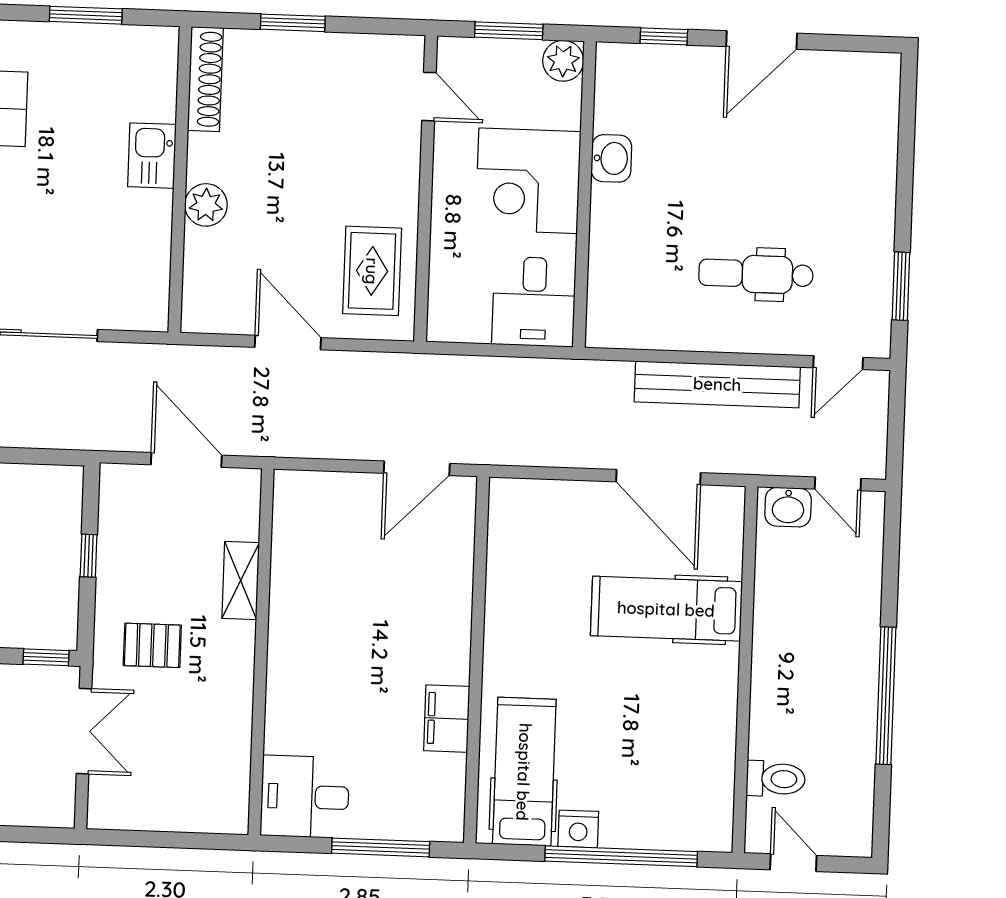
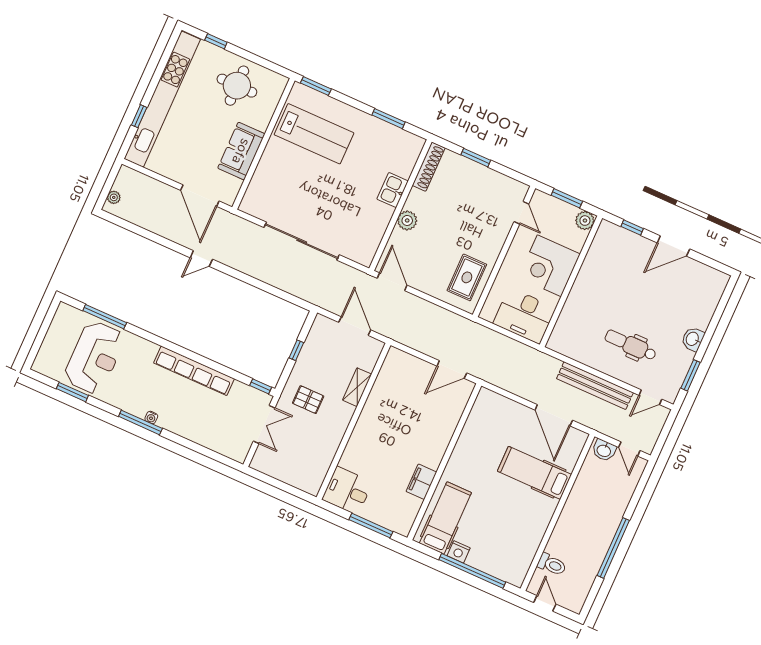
washbasin: (611, 158) -> (693, 339), moved, turned 180
desk: (534, 302) -> (524, 316), width x1.37
door: (288, 342) -> (392, 282), moved

